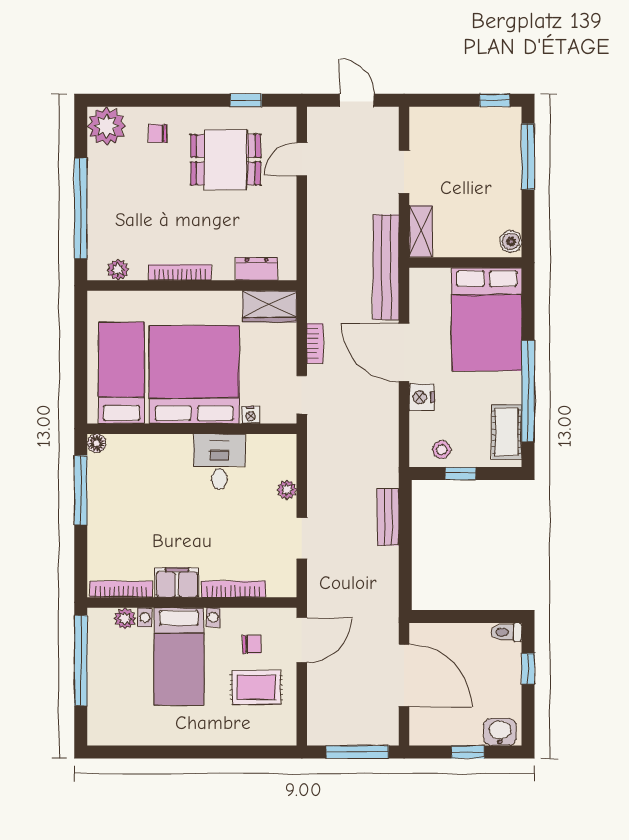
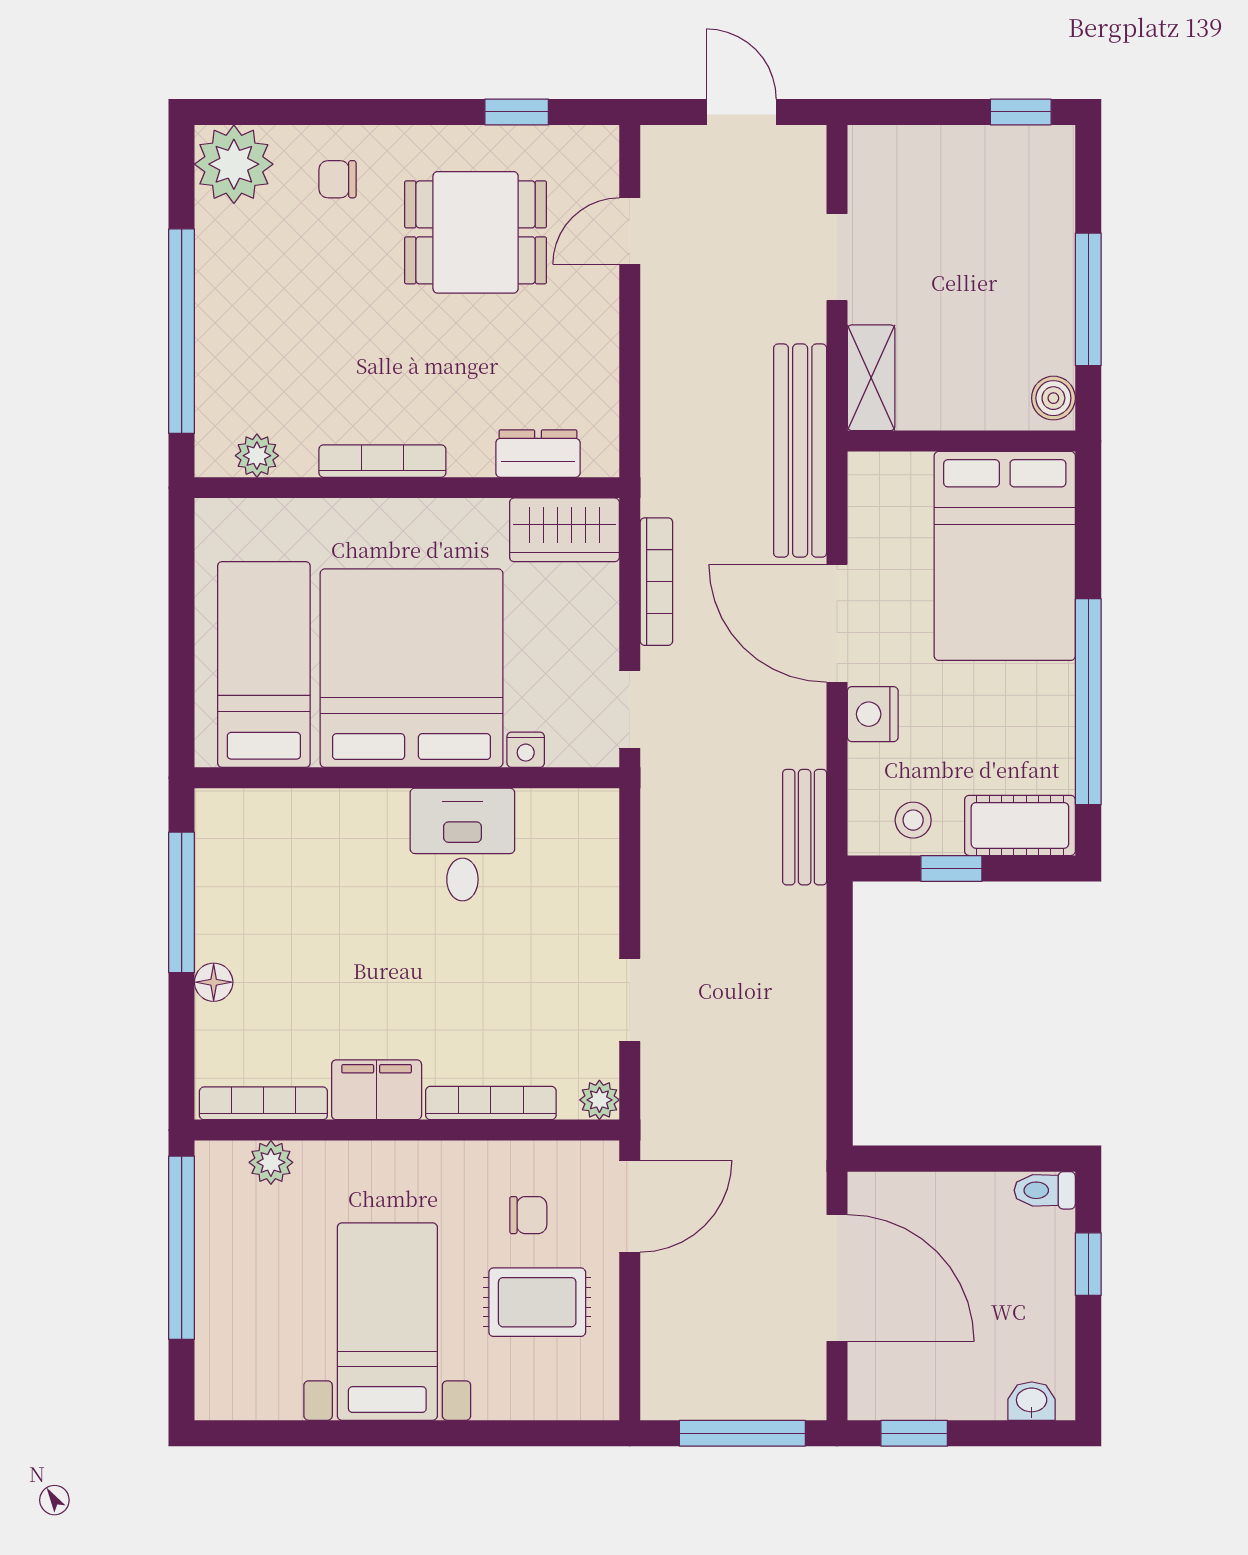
window: (528, 157) -> (1088, 299), moved
bookcase: (315, 343) -> (656, 582), width x1.56
cot: (507, 432) -> (1020, 825), moved, turned 90
floor lamp: (97, 443) -> (214, 982), moved
plant: (287, 490) -> (599, 1100), moved
bench: (388, 517) -> (805, 827), moved
bed with nightstands: (179, 656) -> (387, 1322), moved, turned 180
washbasin: (500, 732) -> (1032, 1401), width x0.72, depth x0.69
window: (468, 752) -> (914, 1433), moved

